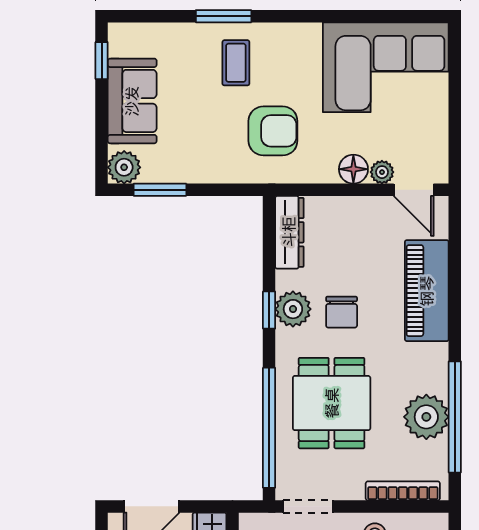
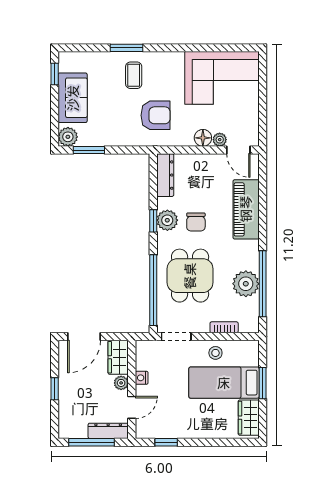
bookcase: (403, 491) -> (224, 327), width x0.64

